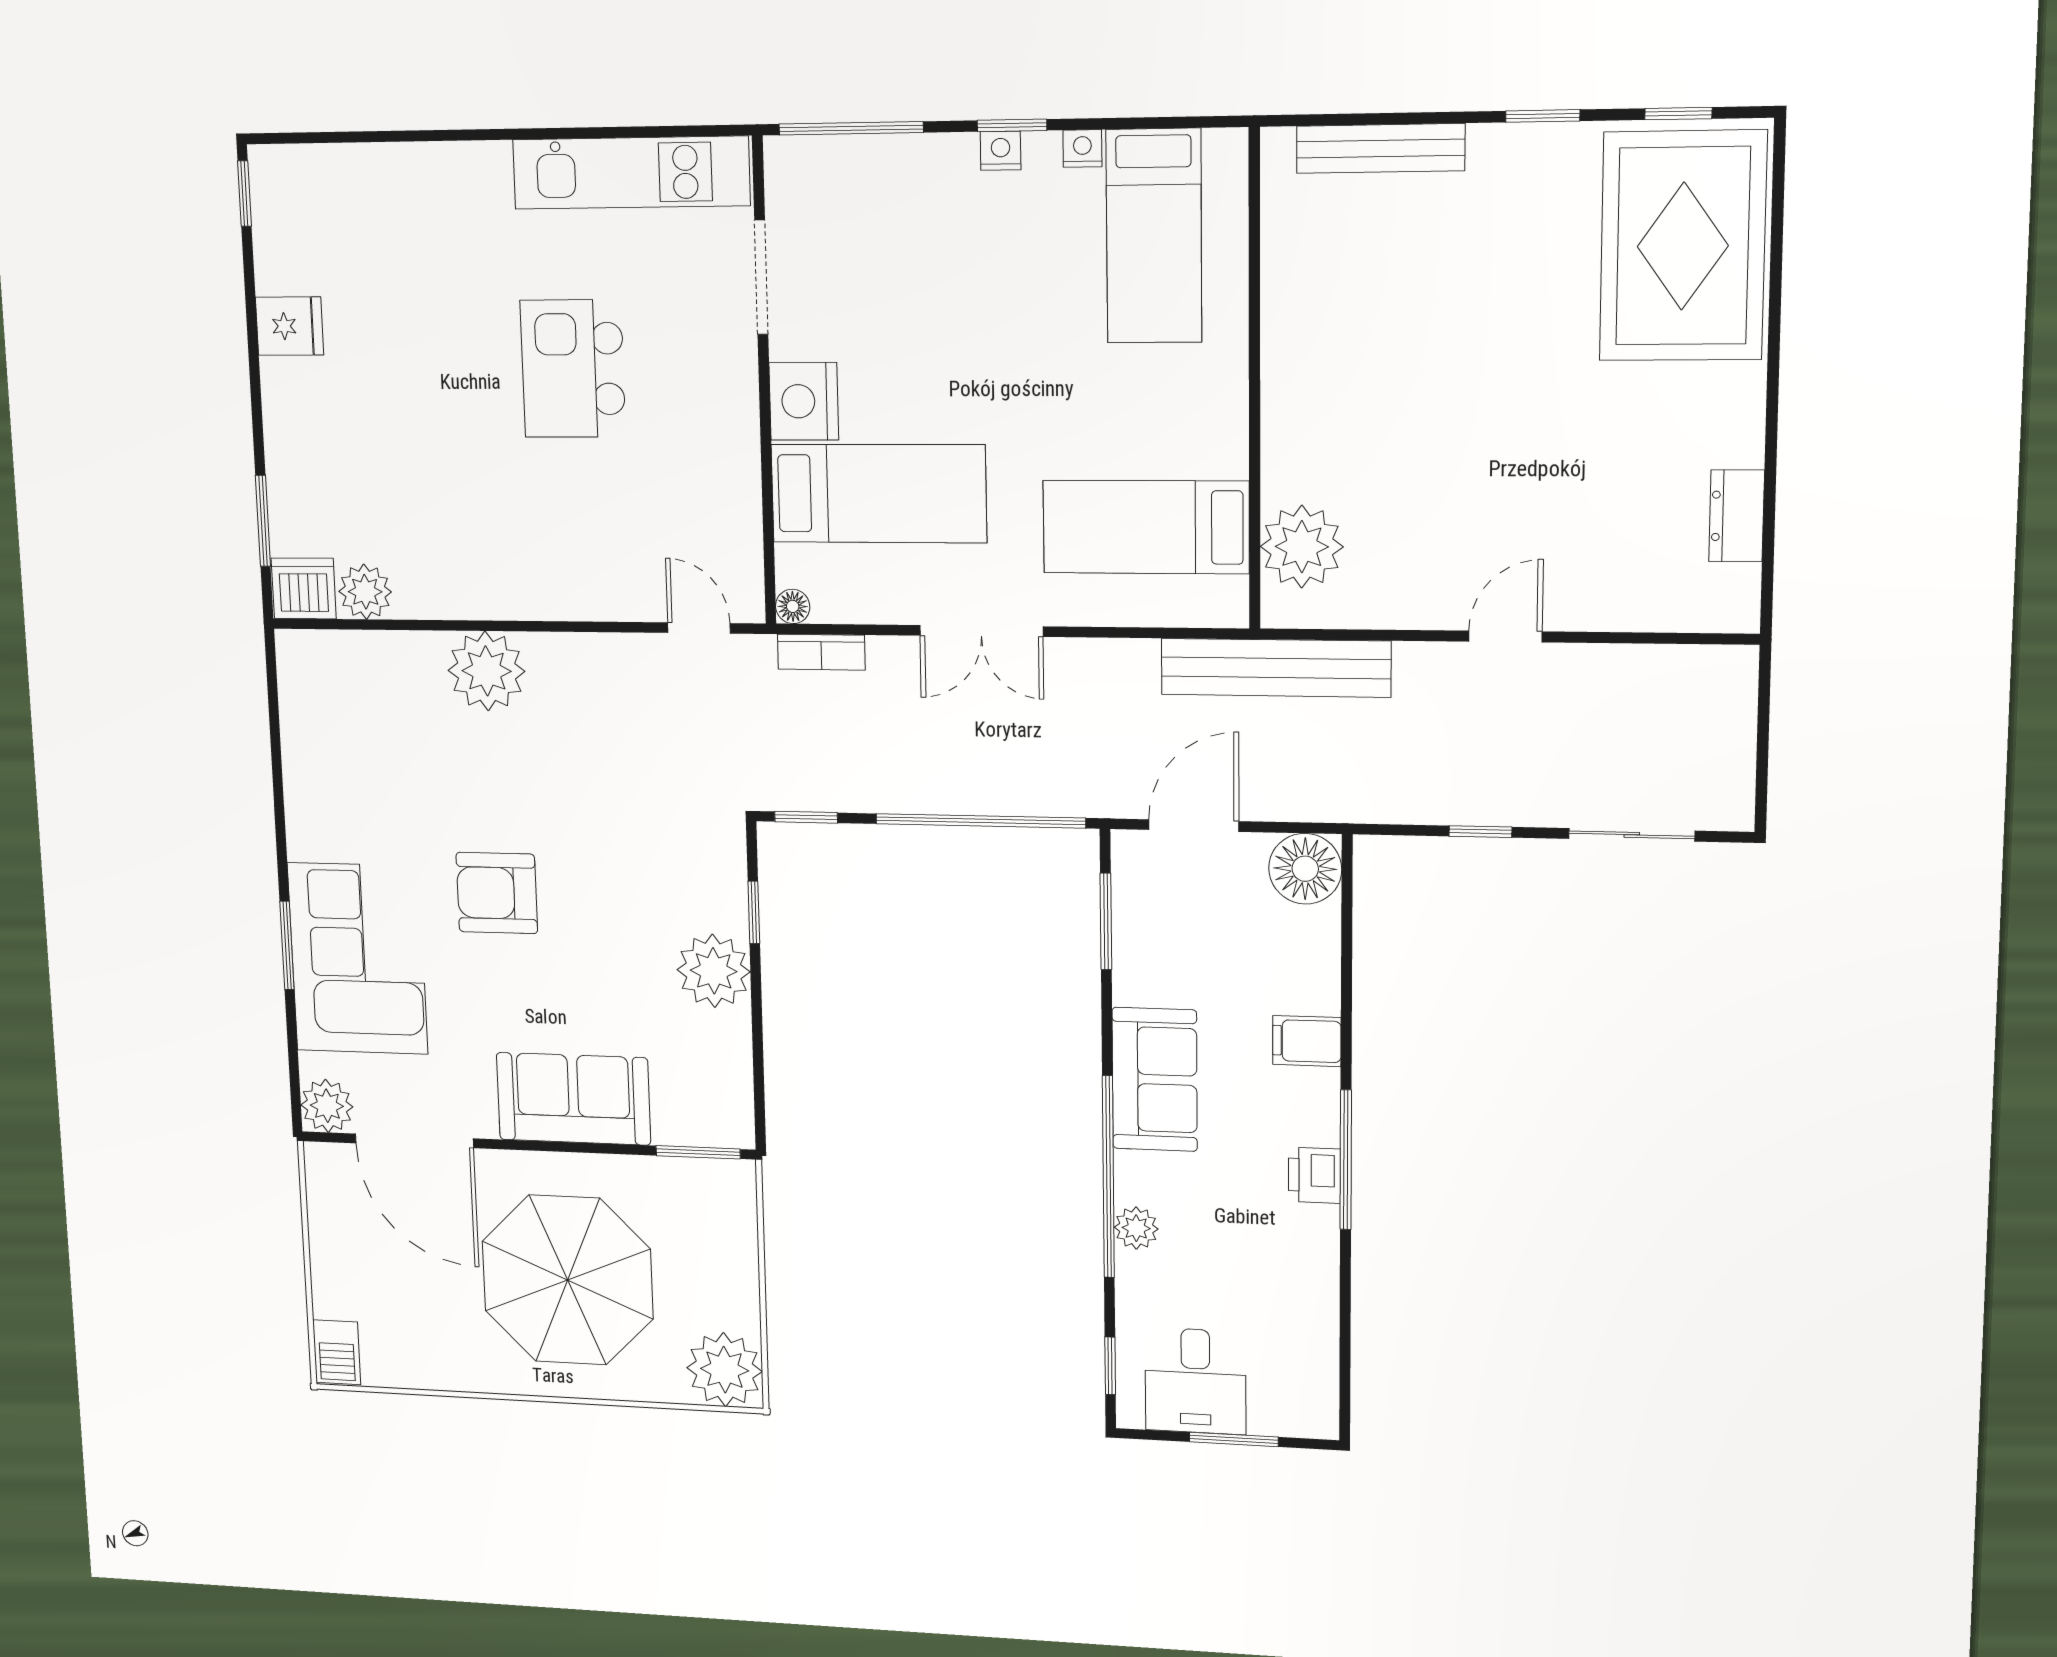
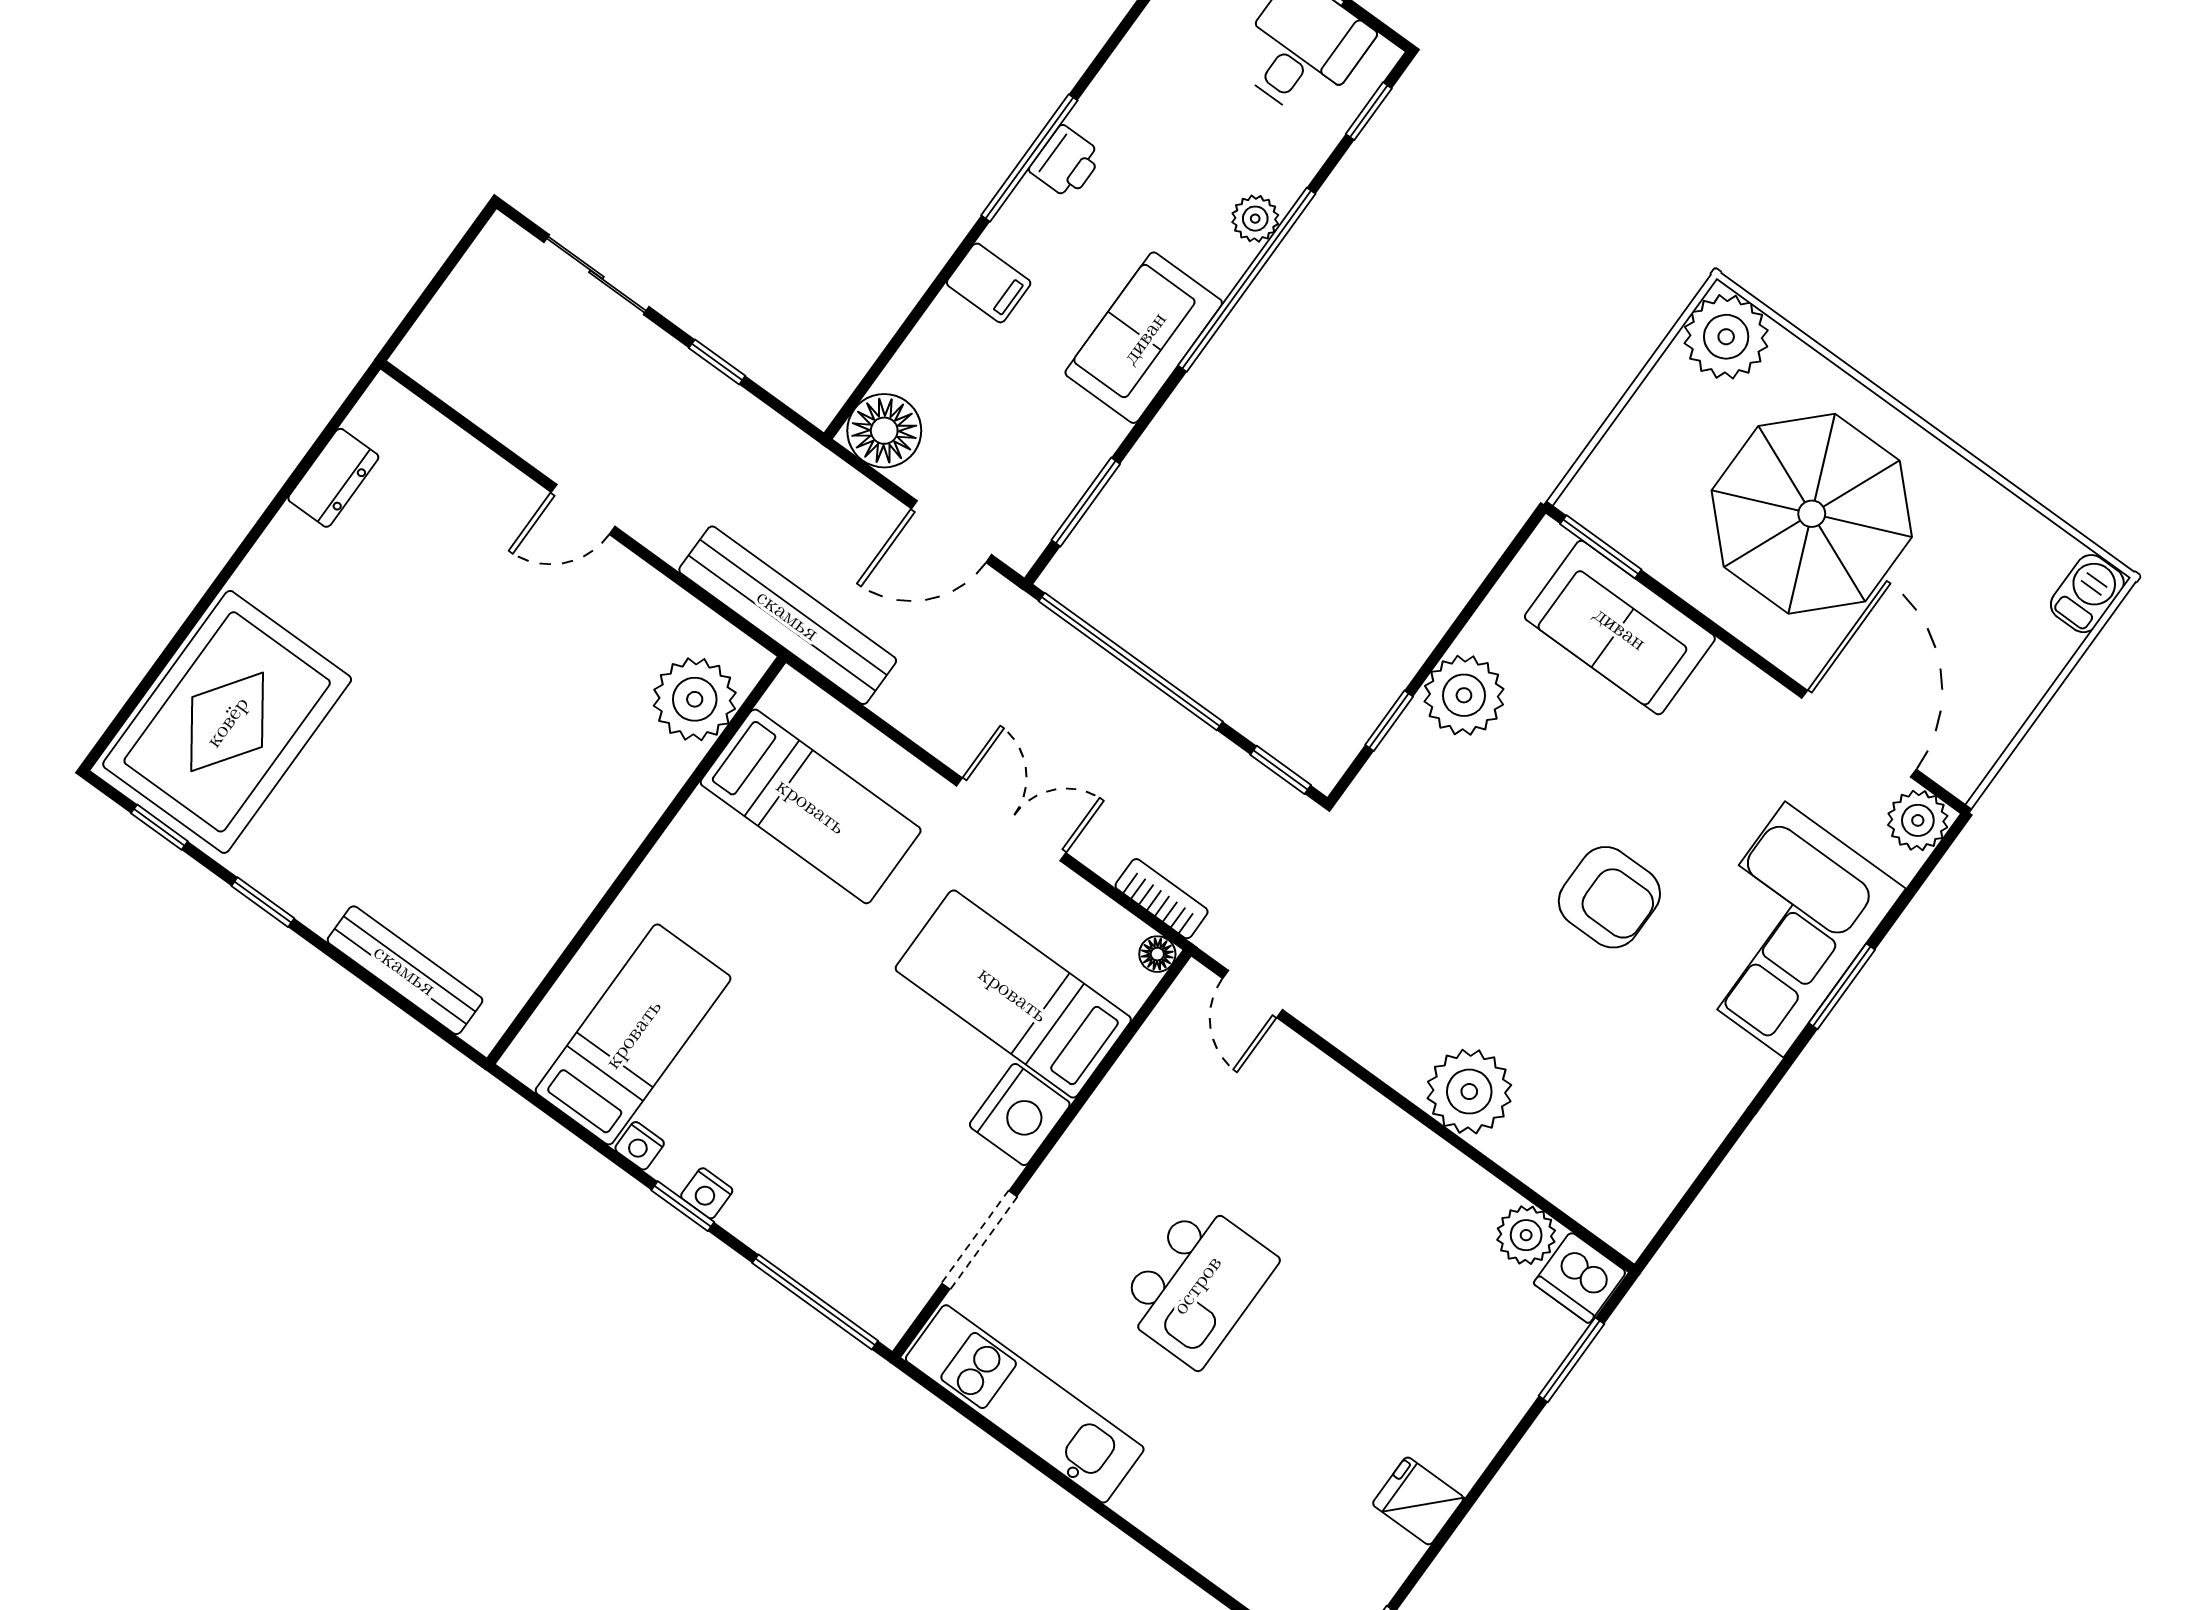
sofa: (573, 1099) -> (1620, 628), moved

